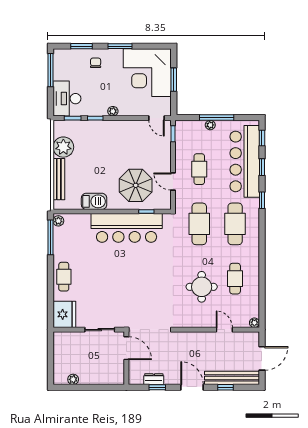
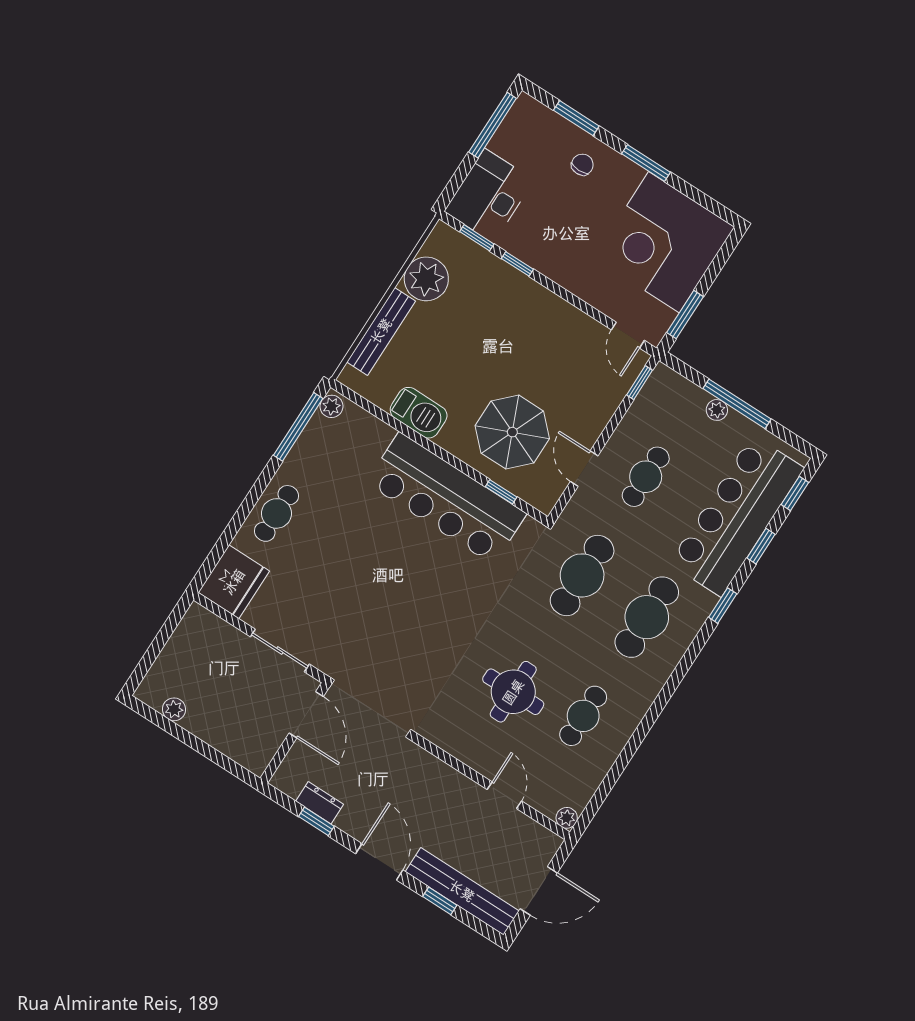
window: (174, 80) -> (685, 315), moved
plant: (113, 111) -> (557, 272), removed

